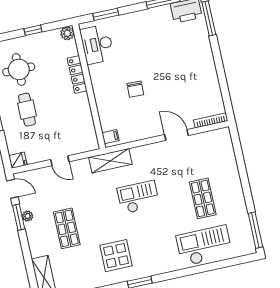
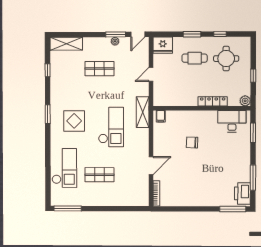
fridge: (18, 160) -> (163, 45), width x1.88, depth x1.34
checkout: (138, 197) -> (111, 127), width x1.36, depth x1.21
display table: (116, 256) -> (74, 121), moved

